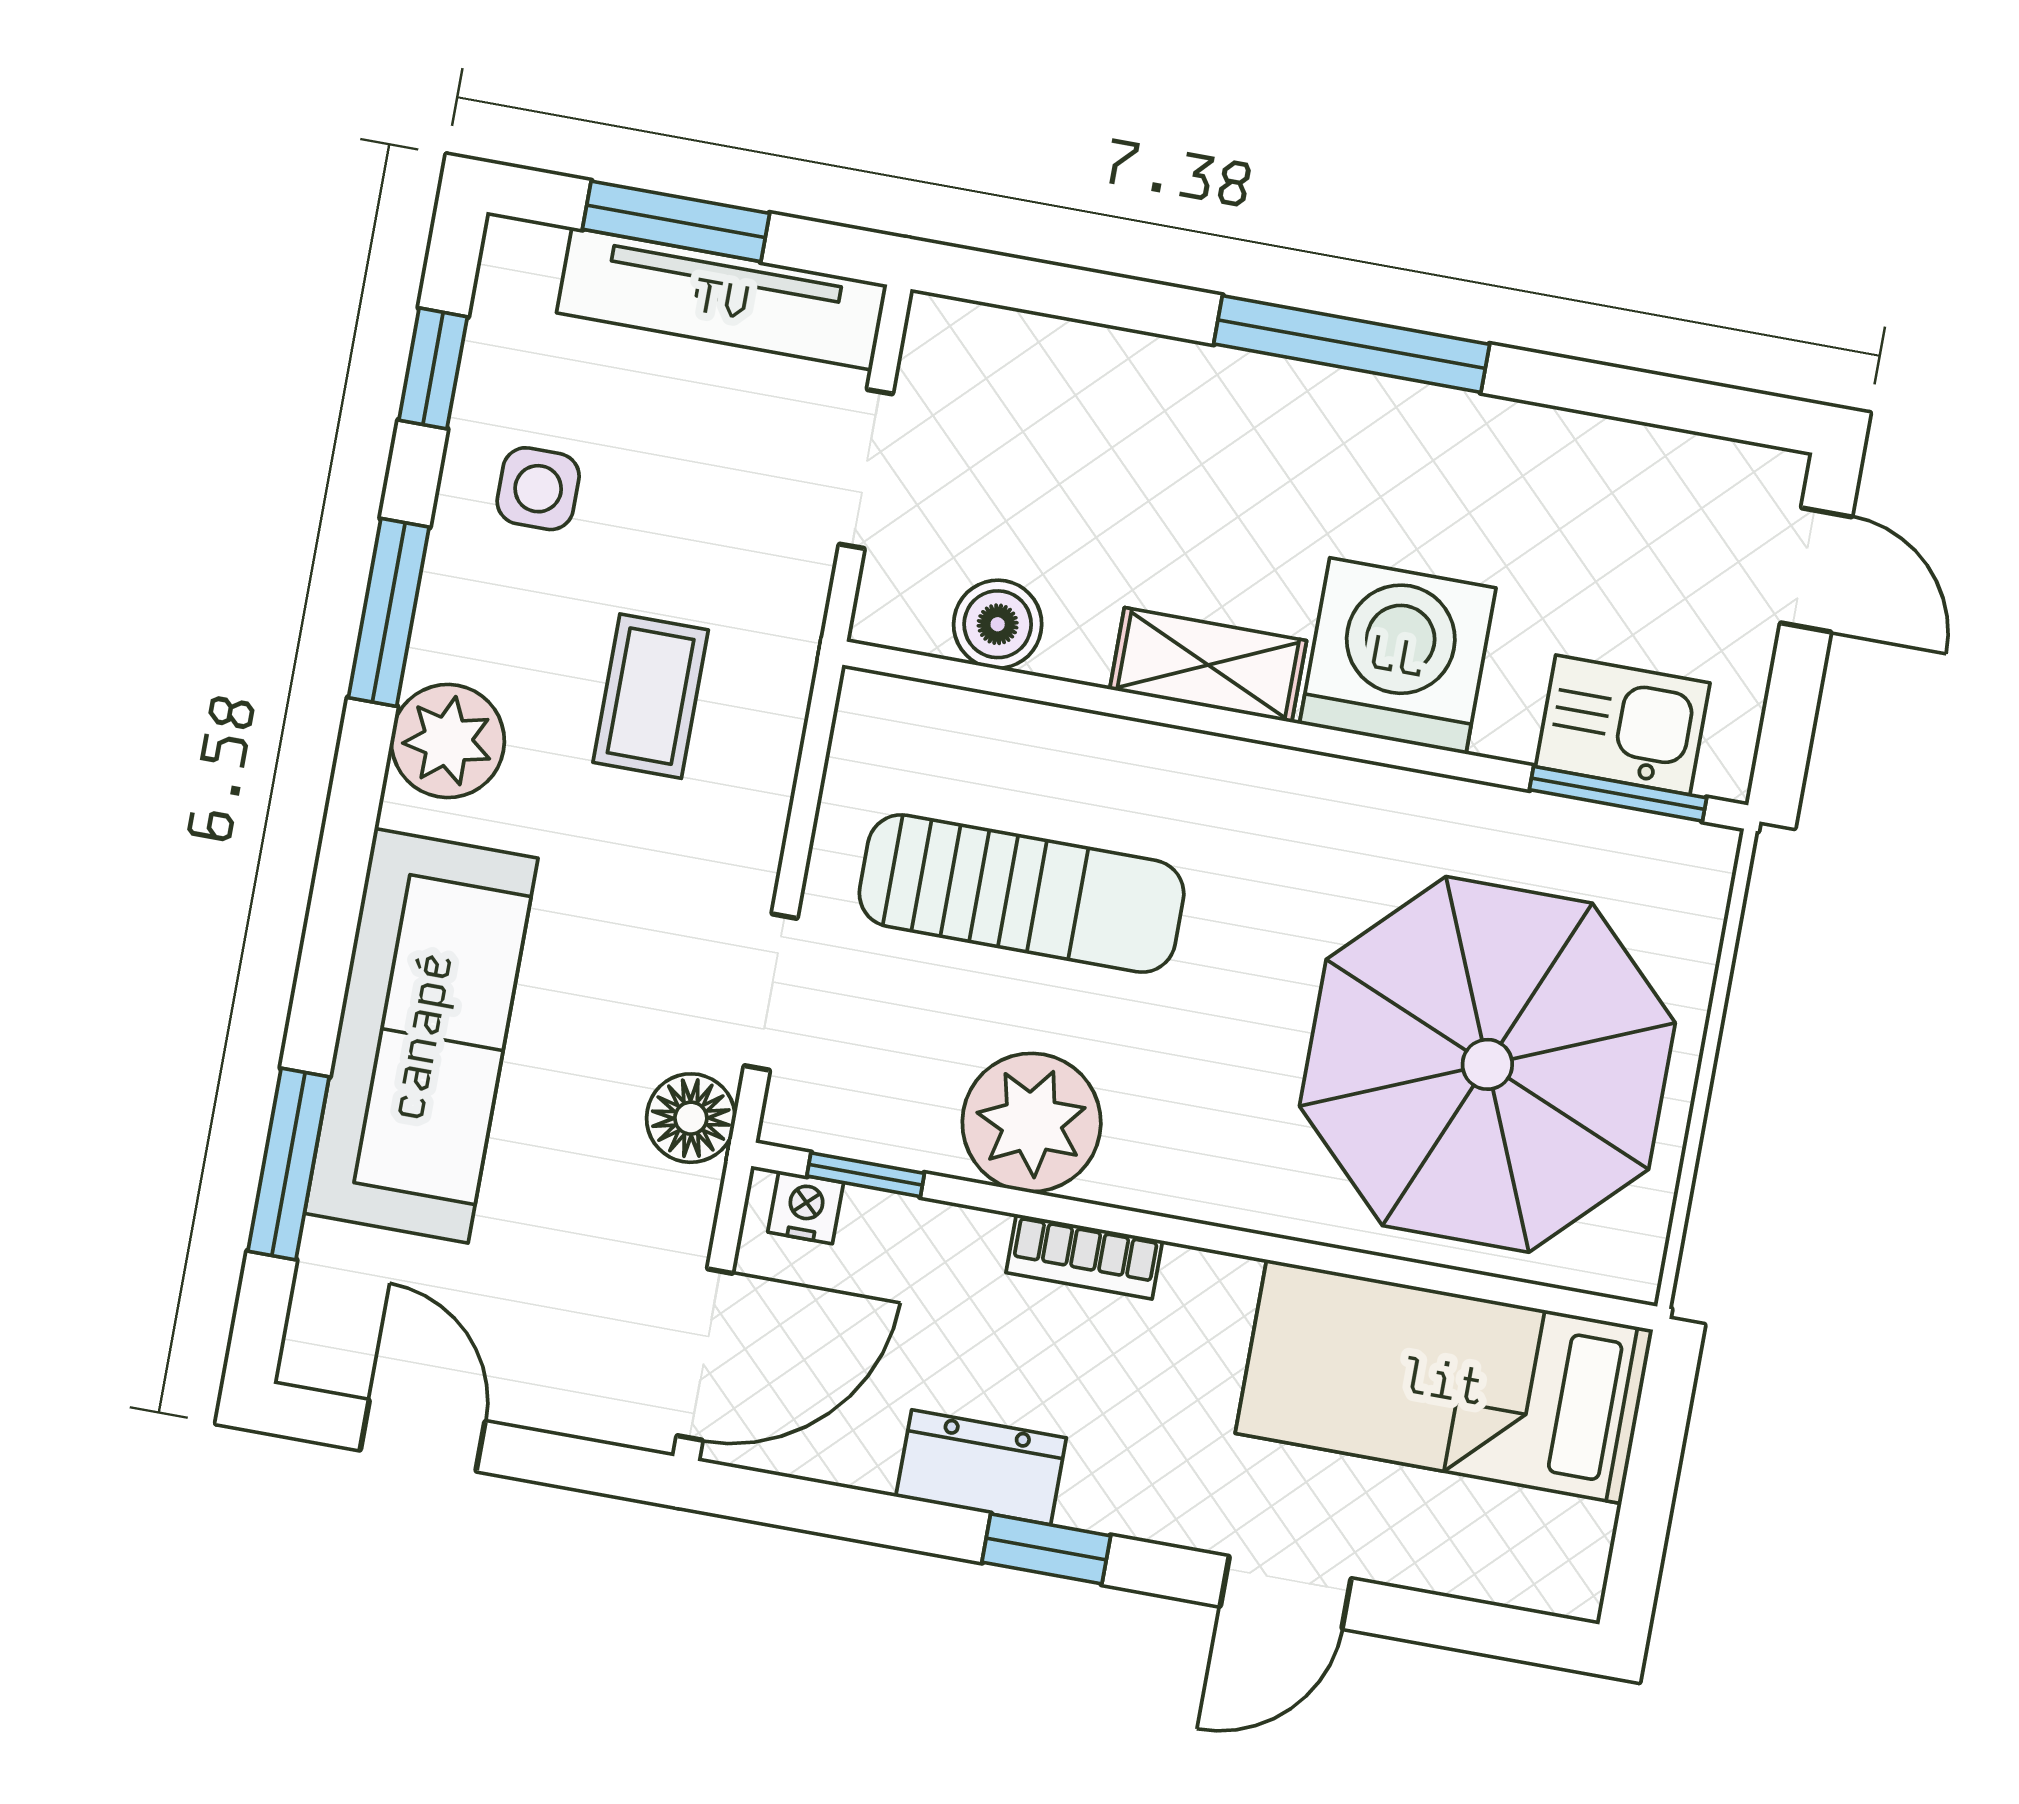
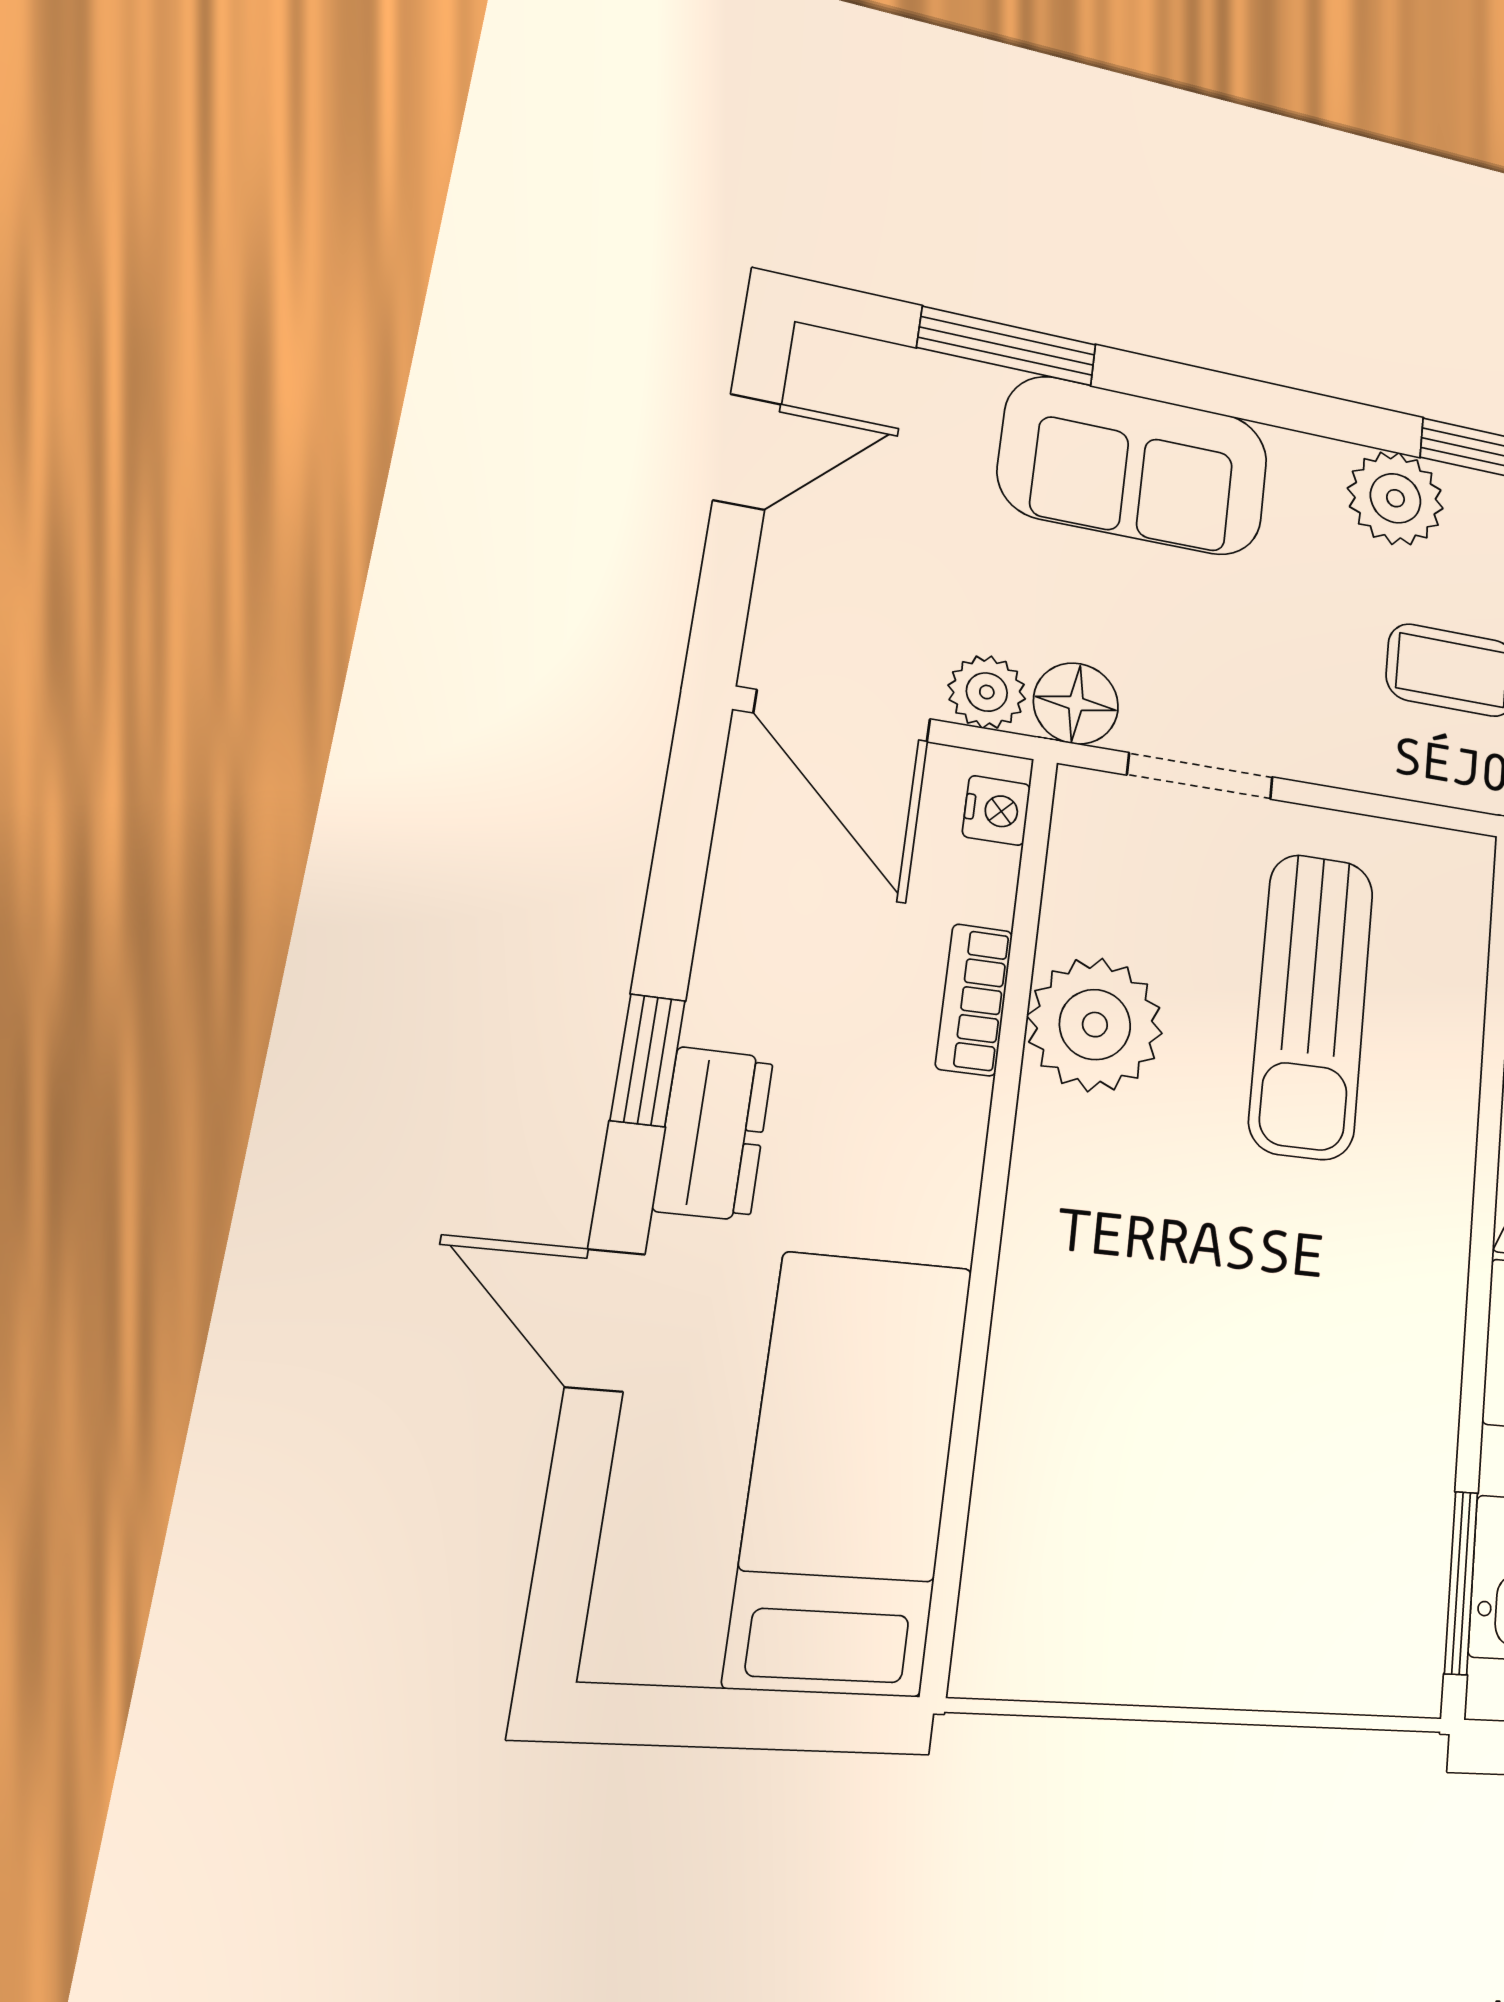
sofa: (421, 1036) -> (1134, 466), width x0.73
parasol: (1487, 1064) -> (1187, 1480), removed
window: (866, 1175) -> (1032, 867), removed
plant: (679, 1209) -> (987, 692), added
bookcase: (1084, 1257) -> (974, 1000), moved
dresser: (981, 1467) -> (713, 1134), moved

